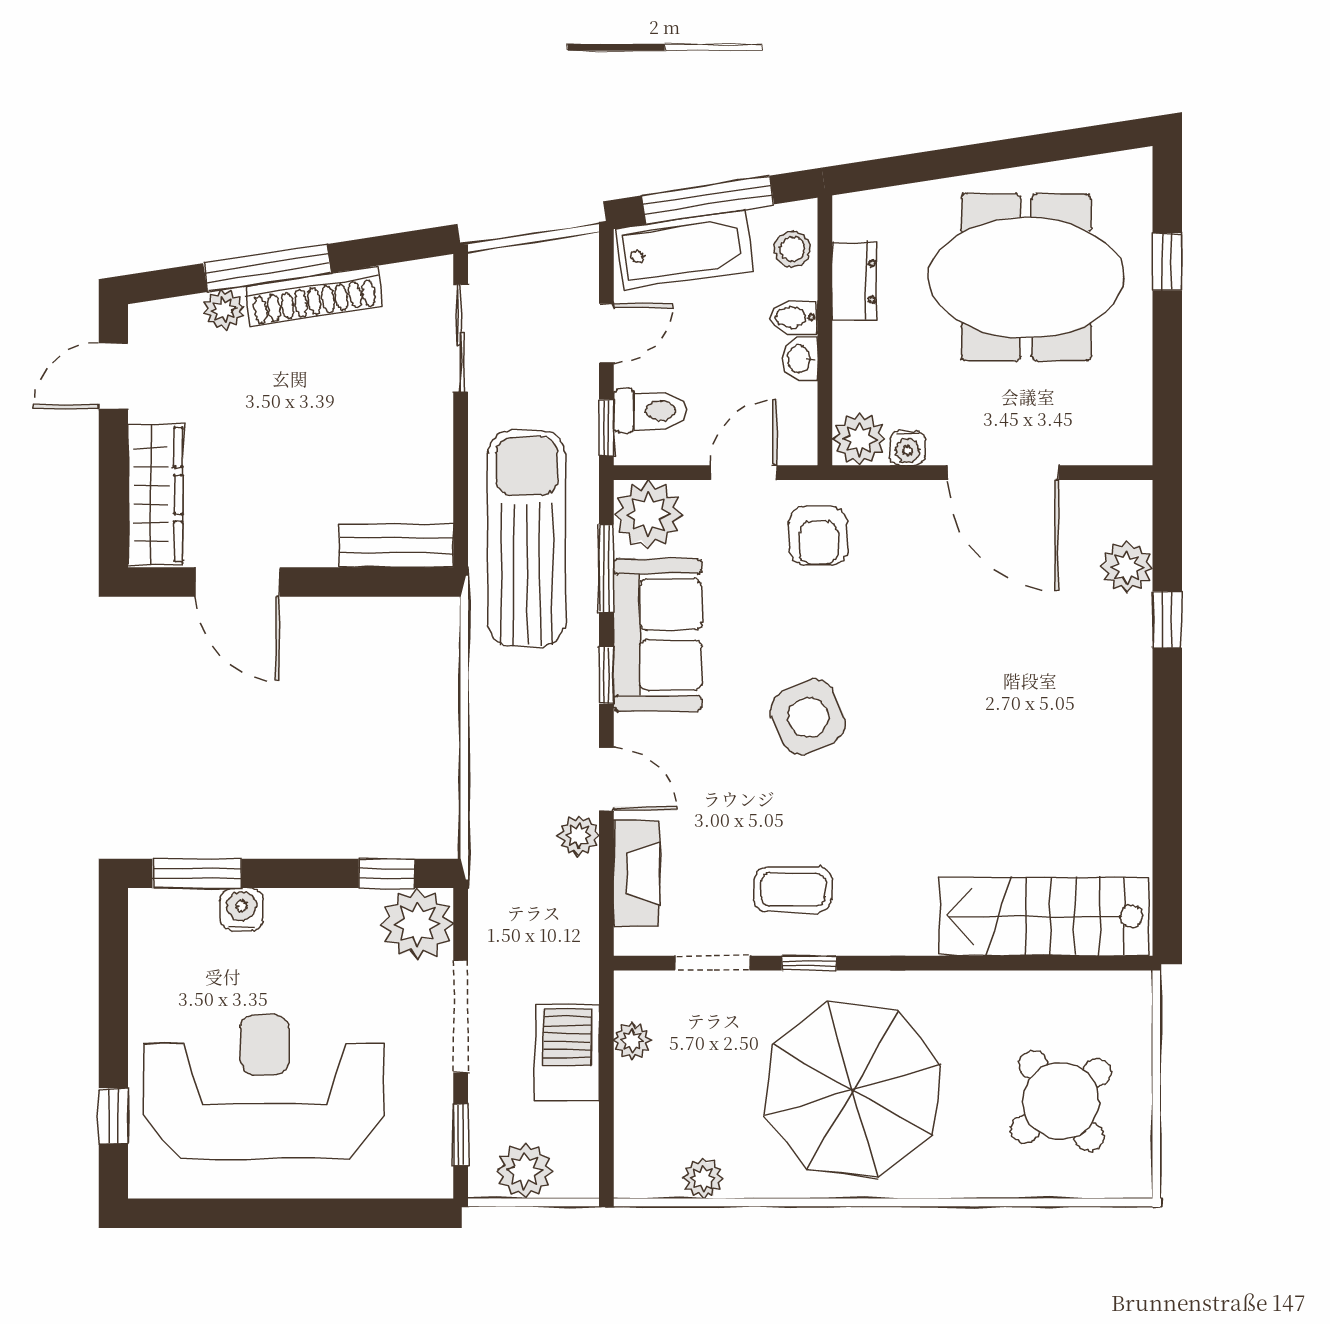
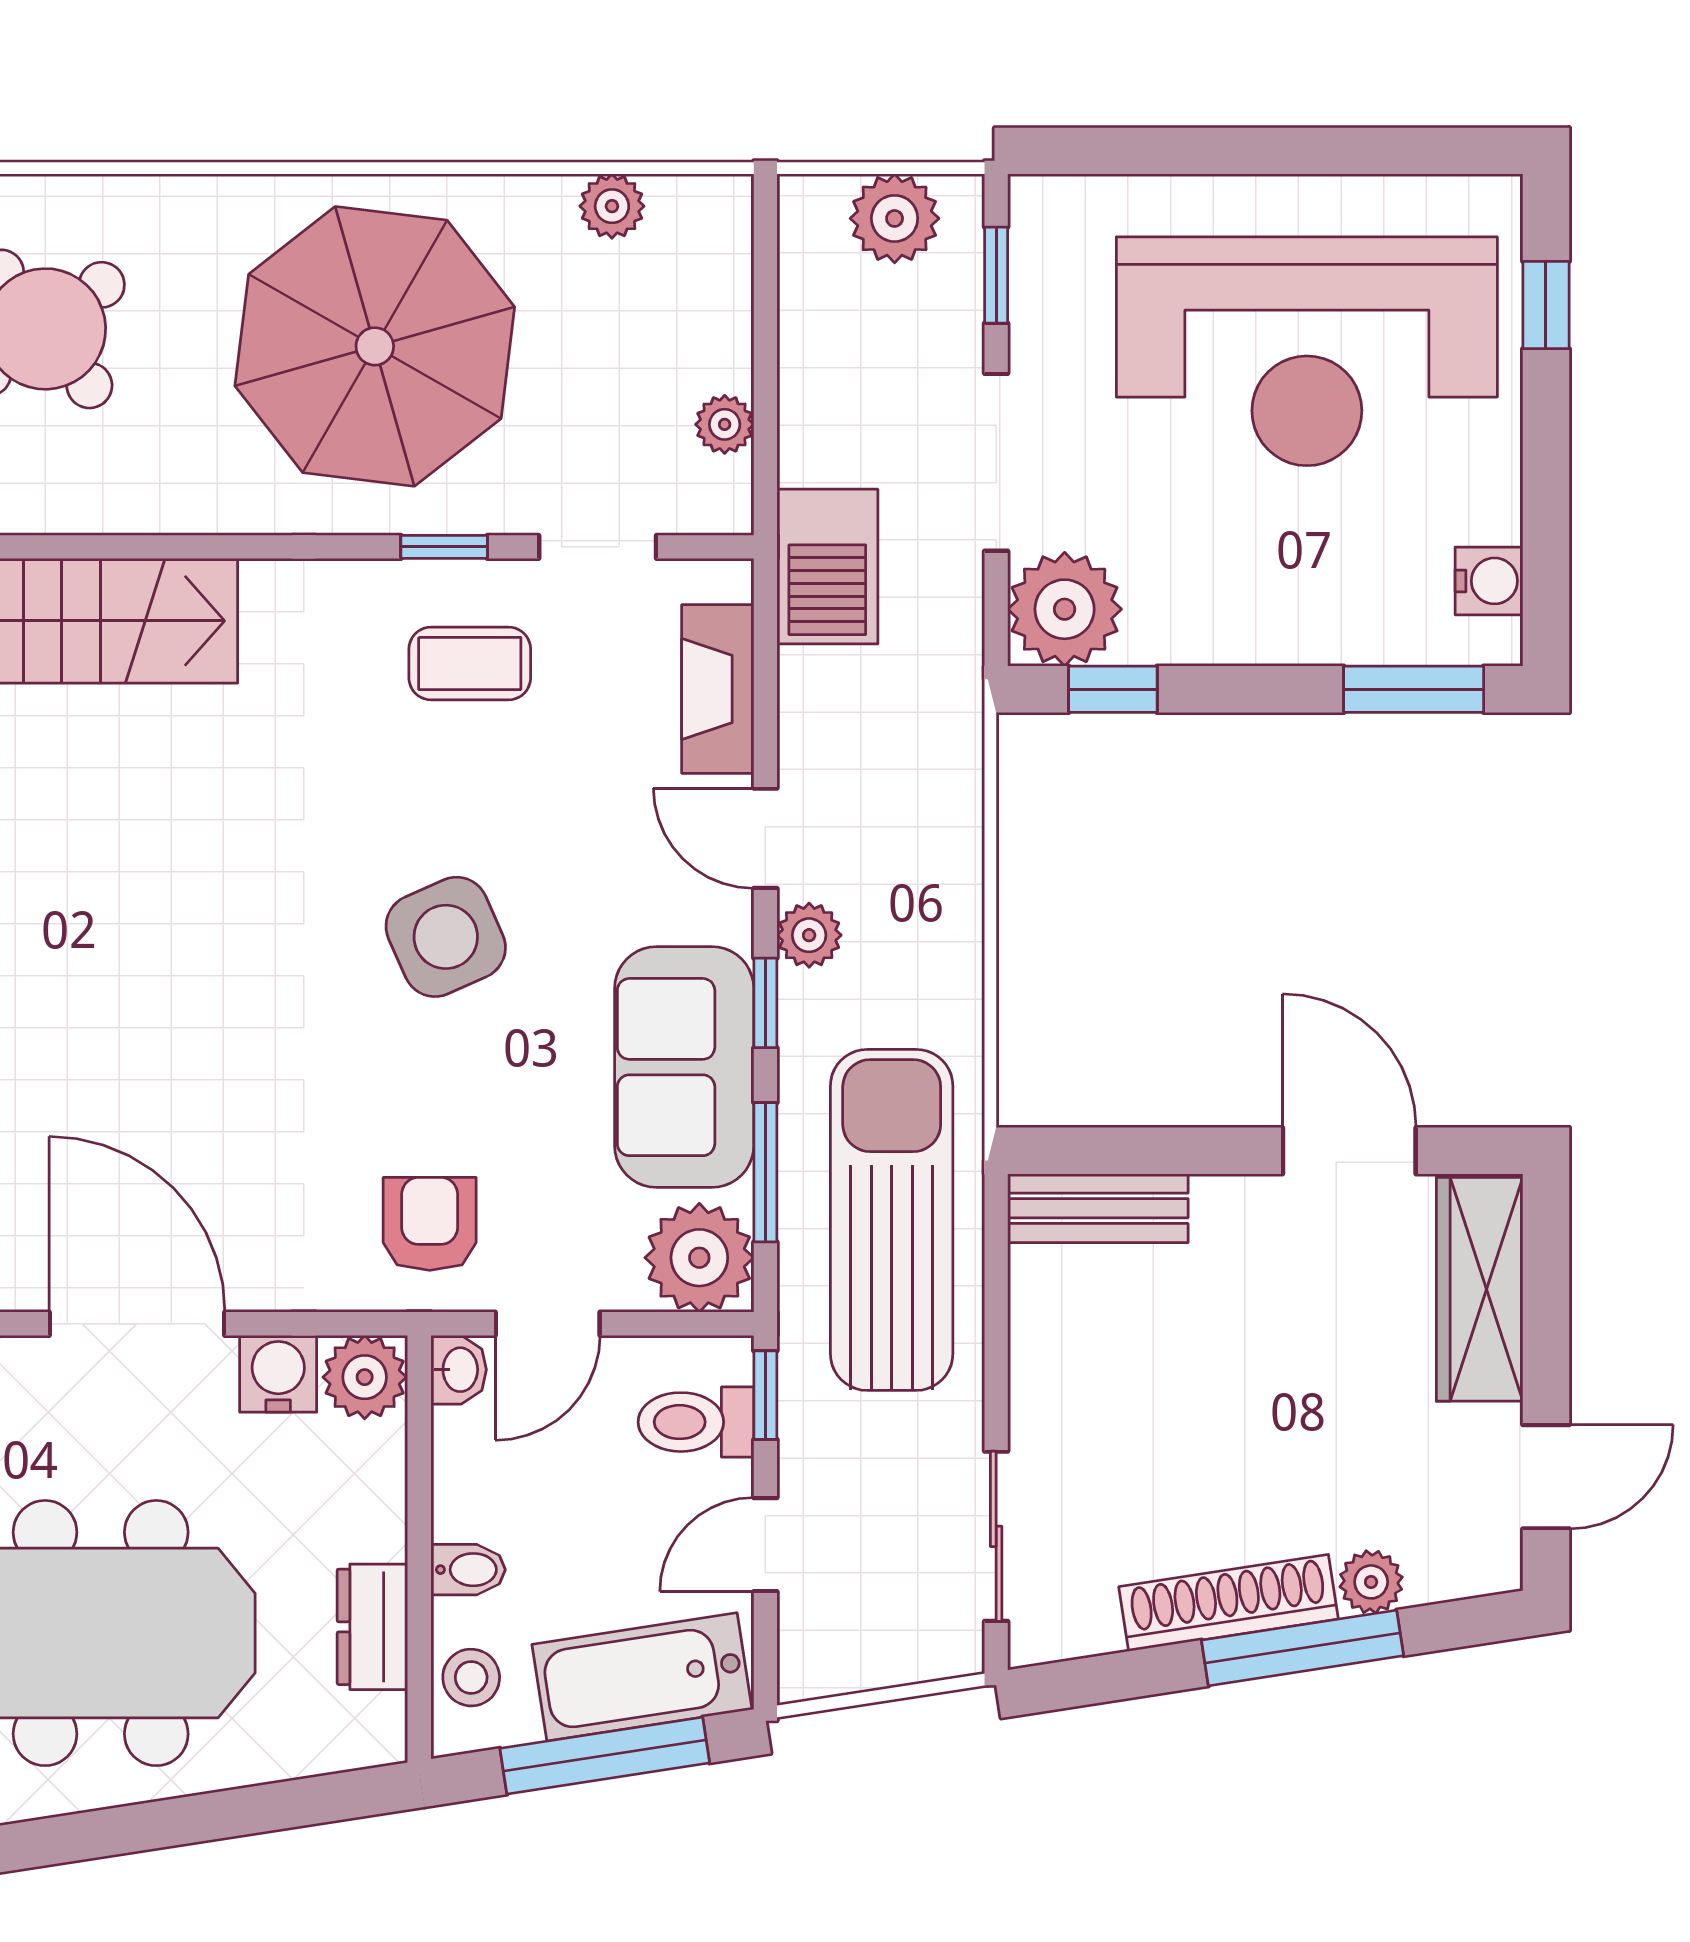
washbasin: (800, 359) -> (459, 1370), moved
water cooler: (907, 448) -> (278, 1374), width x1.38, depth x1.38
sun lounger: (527, 538) -> (892, 1220), turned 180
plant: (579, 836) -> (809, 935), moved
water cooler: (242, 909) -> (1489, 581), moved, turned -90
barbecue: (567, 1052) -> (827, 567), moved

